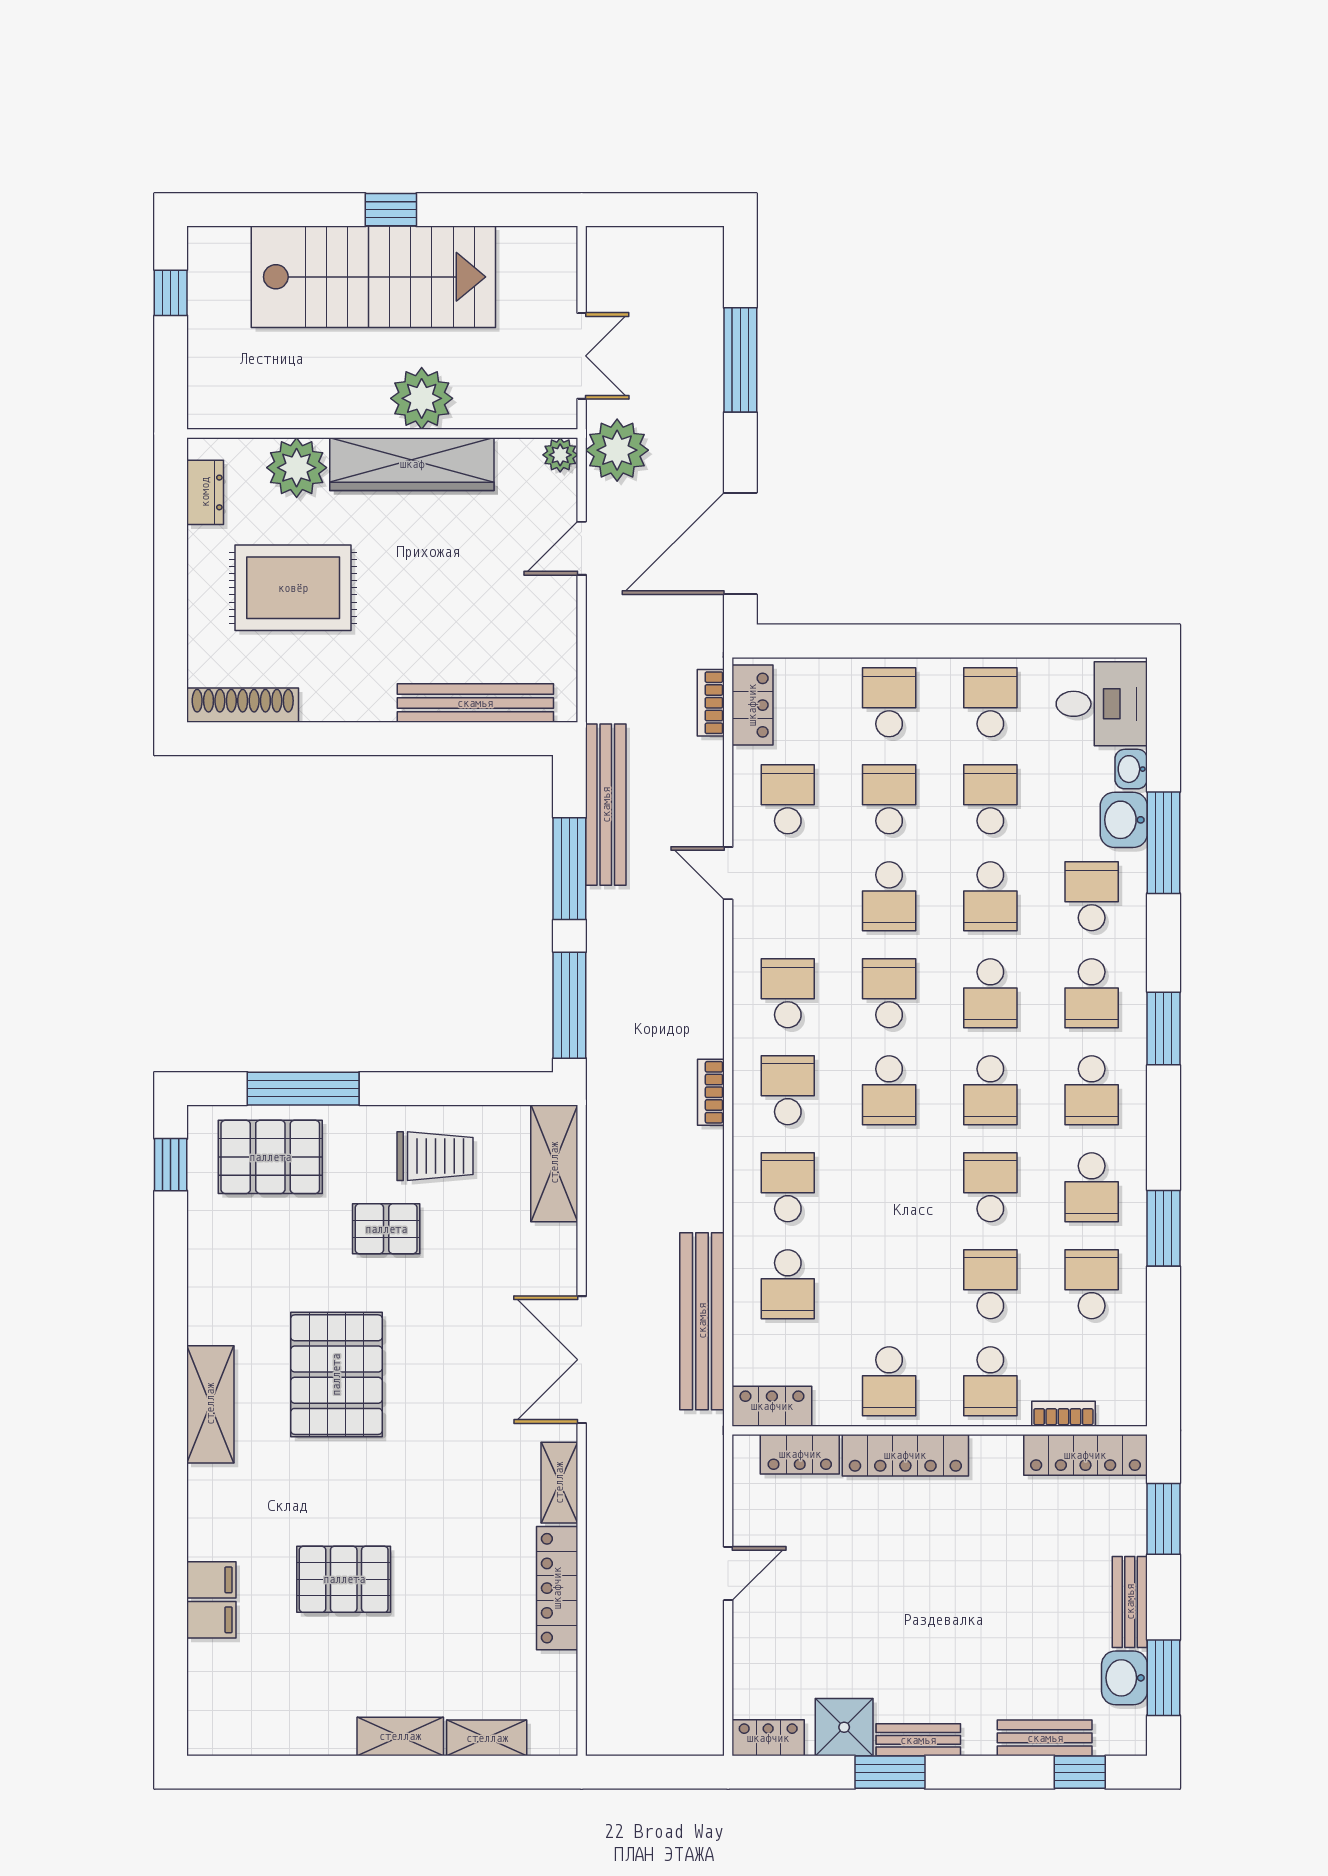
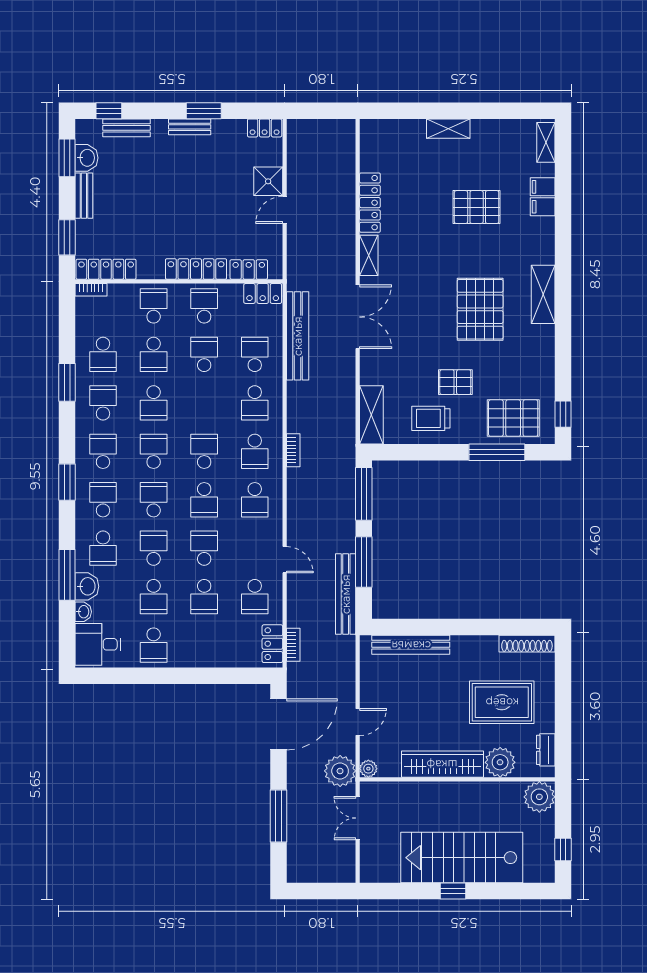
plant: (422, 398) -> (539, 797), moved
school desk: (889, 702) -> (204, 354), moved, turned 180
bookcase: (1063, 1414) -> (91, 290), moved
shower: (844, 1727) -> (268, 181), moved
shelving: (487, 1738) -> (546, 142), moved, turned 90

